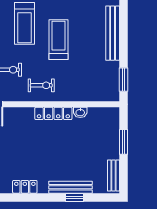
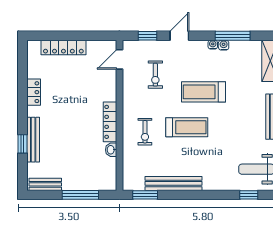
bench: (113, 33) -> (173, 183), moved
exercise bike: (41, 85) -> (145, 132), moved
window: (124, 142) -> (80, 195), width x1.44

